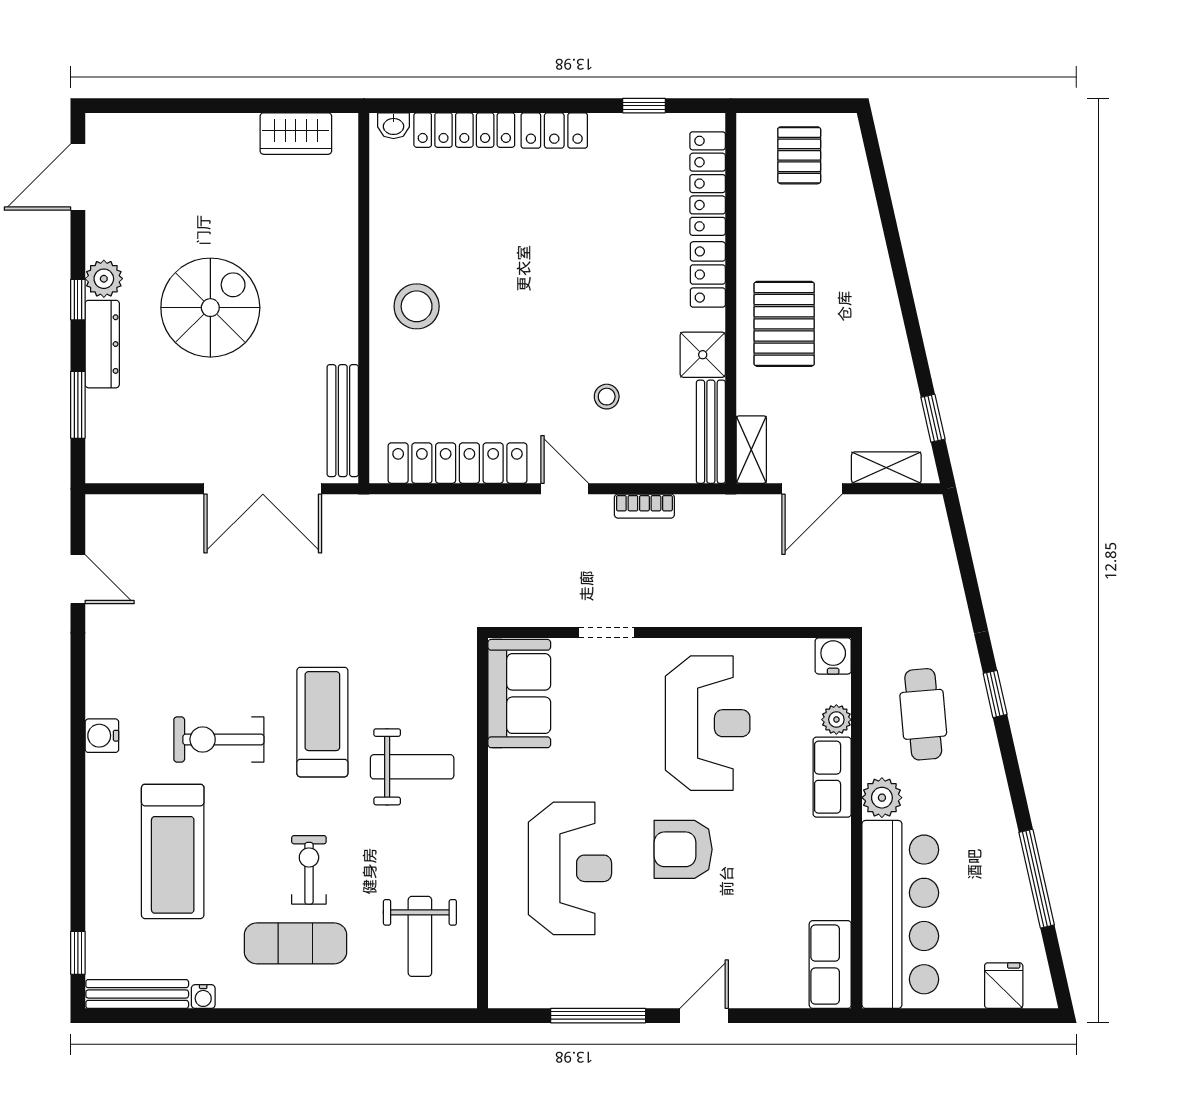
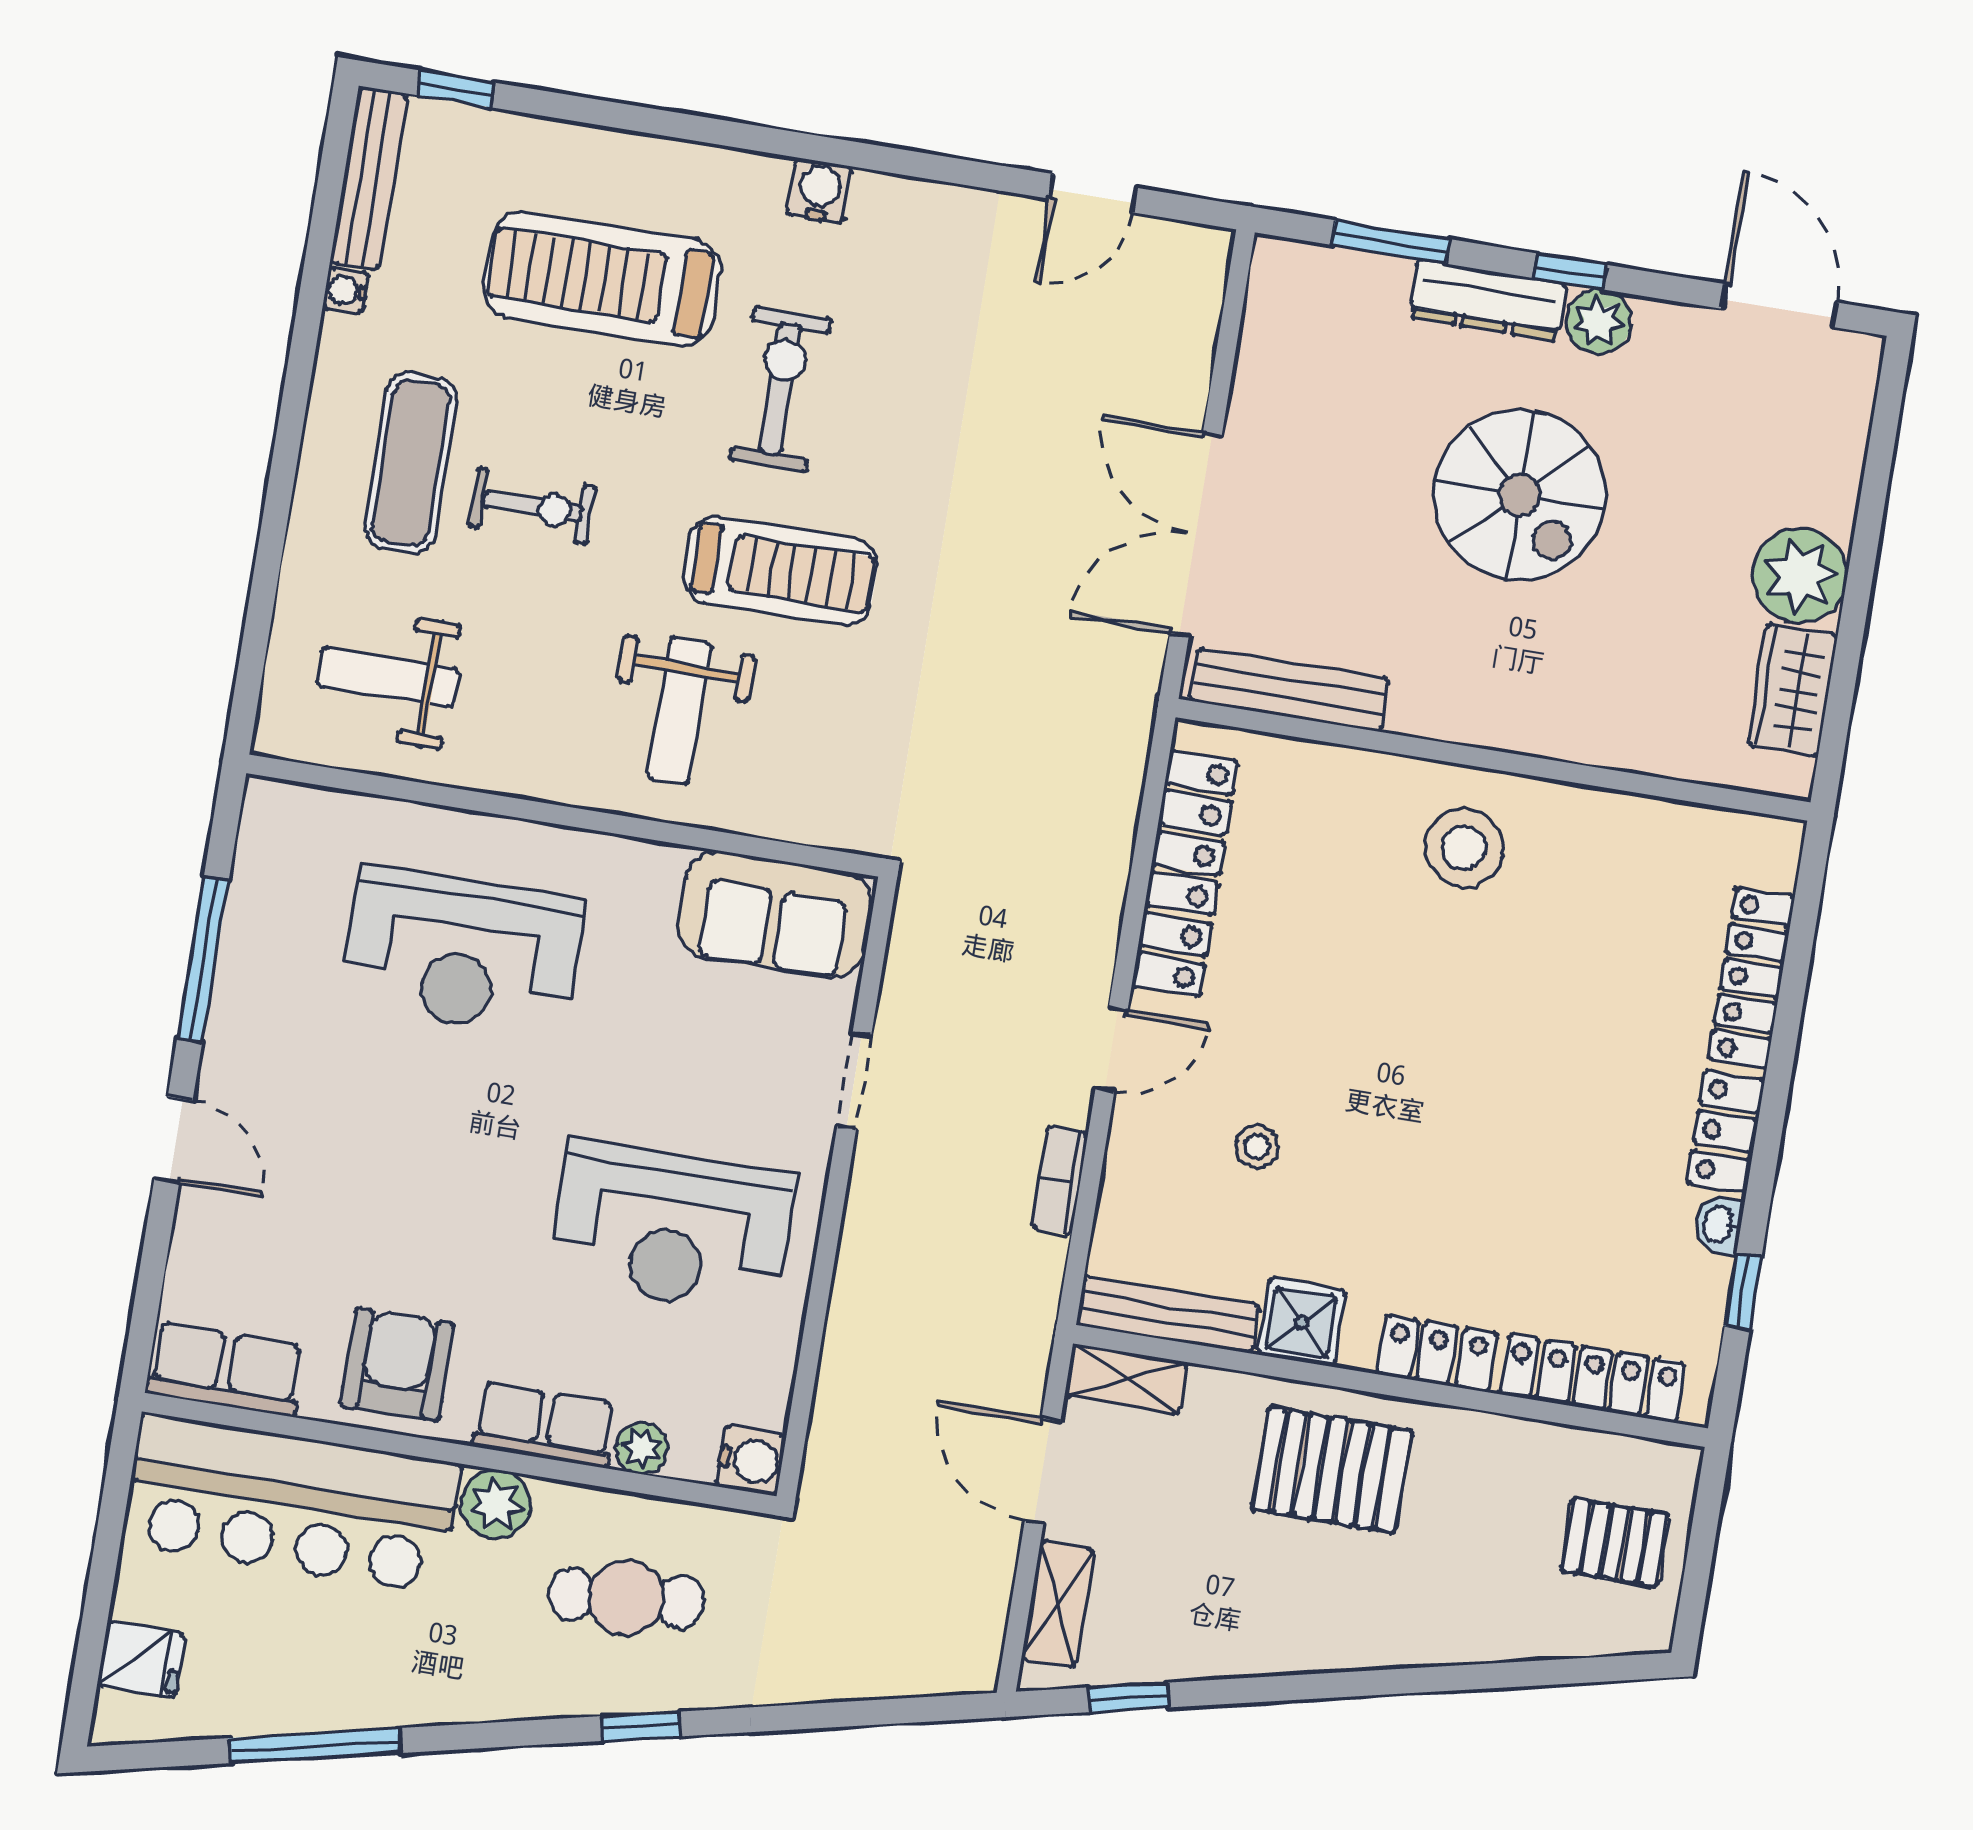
washbasin: (394, 126) -> (1719, 1225), moved
plant: (230, 140) -> (1800, 575), added
armchair: (683, 849) -> (397, 1365), moved

